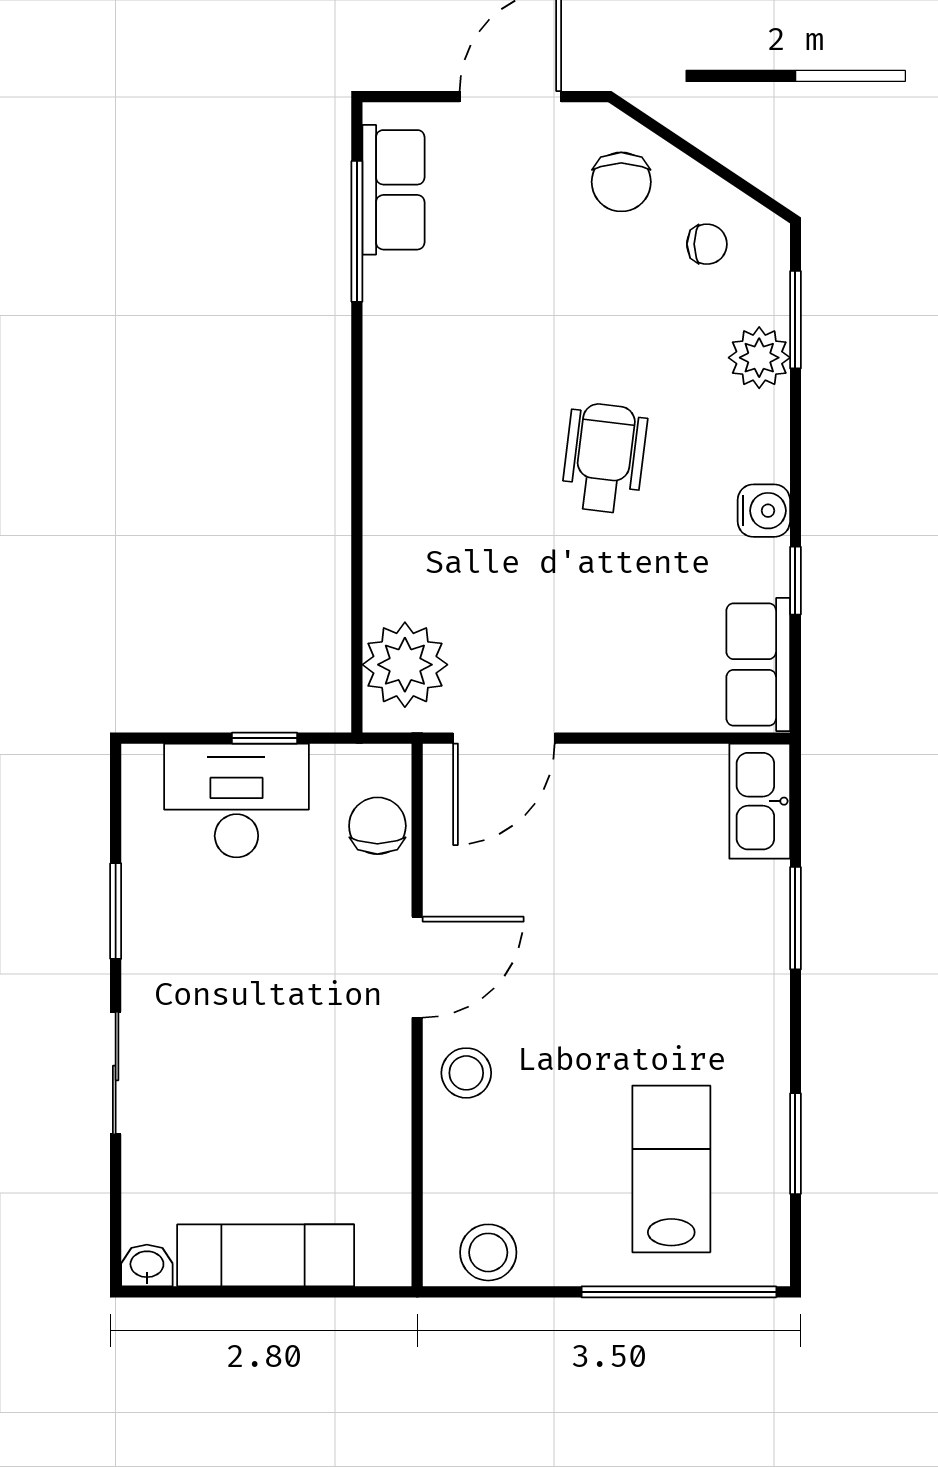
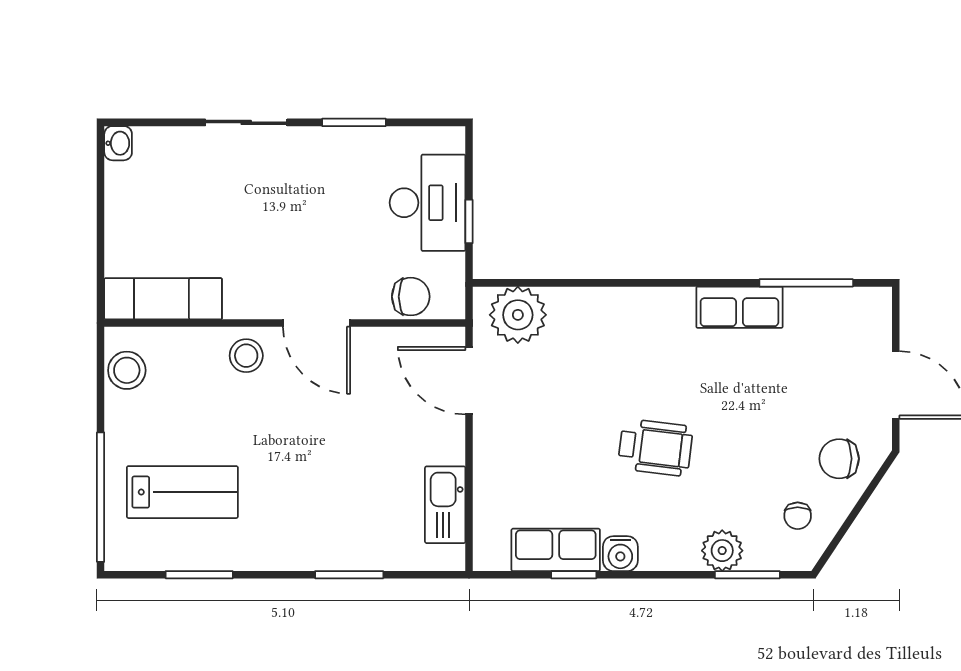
row of seats: (393, 190) -> (739, 307), moved
row of seats: (758, 664) -> (556, 550), moved
kitchen sink: (760, 801) -> (445, 505), moved, turned -90
exam couch: (266, 1255) -> (163, 299), moved, turned -90

